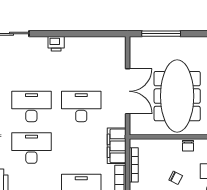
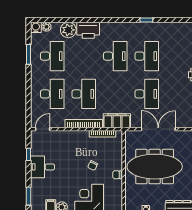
double door: (128, 91) -> (158, 129), swing flipped

